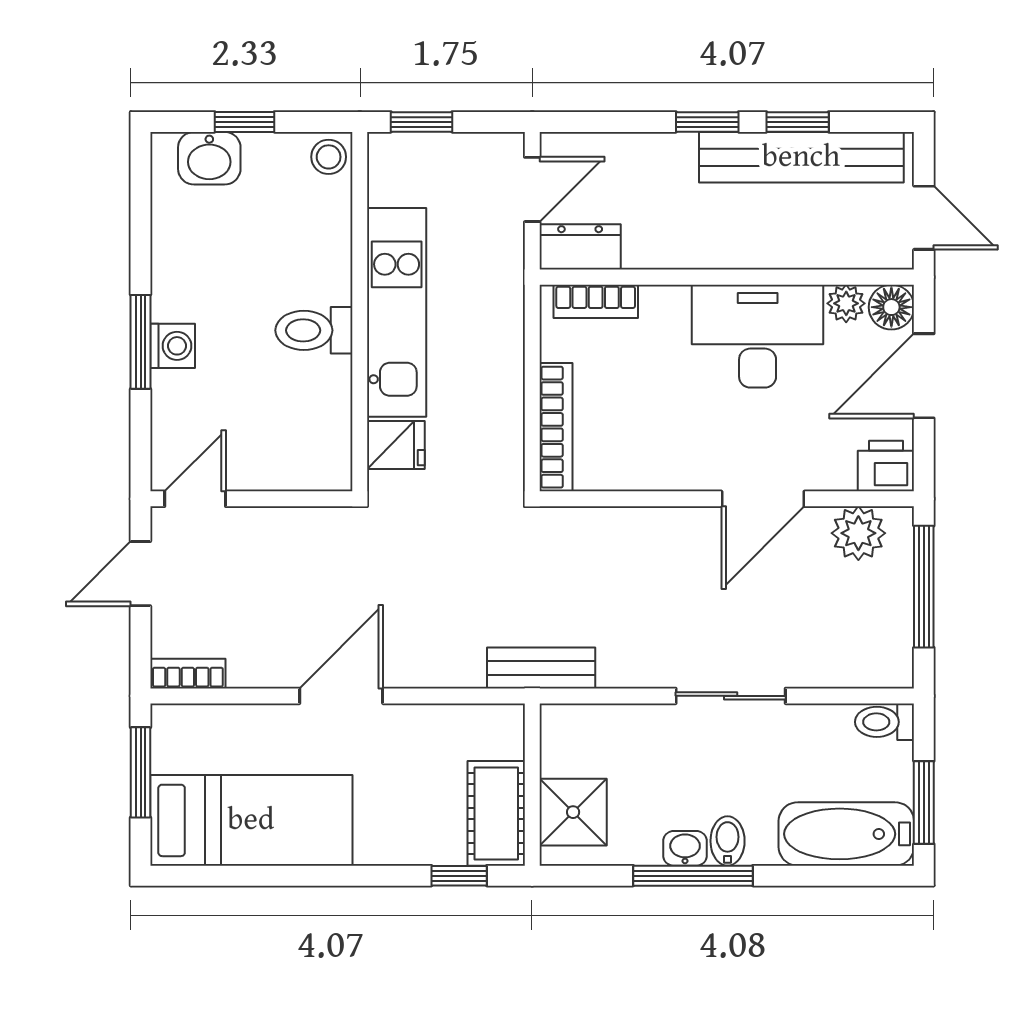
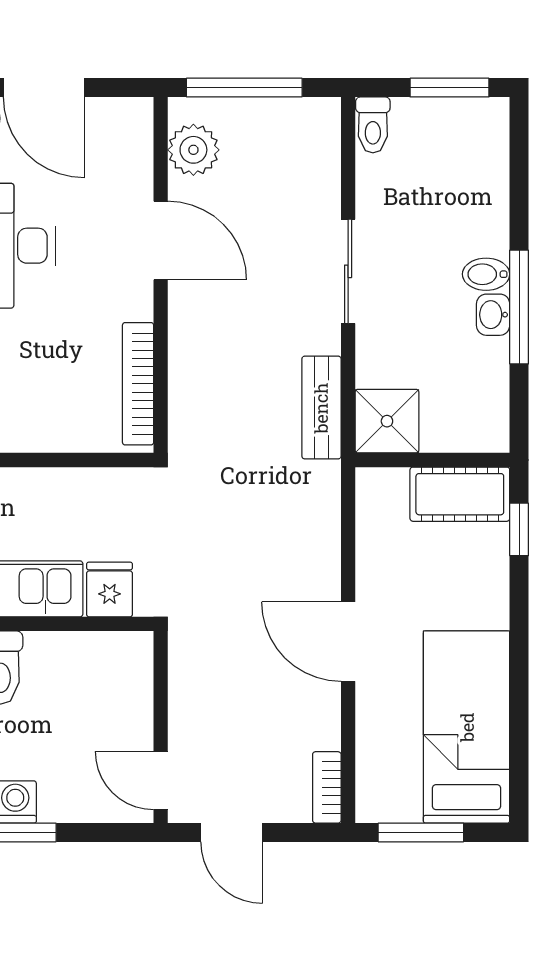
bookcase: (556, 427) -> (138, 384), moved, turned -90
printer: (886, 466) -> (129, 124), removed
bench: (541, 668) -> (321, 408), moved
shower: (573, 812) -> (387, 421), moved
bathtub: (846, 834) -> (479, 161), removed

